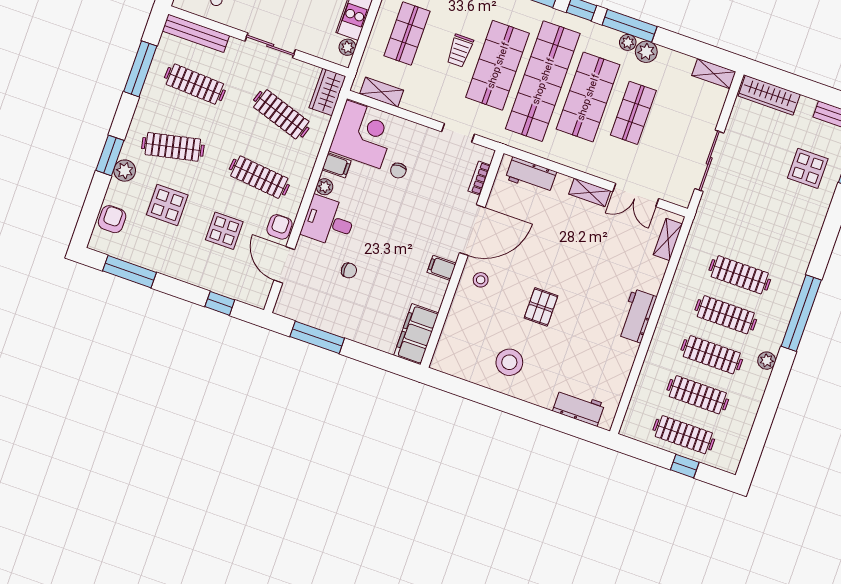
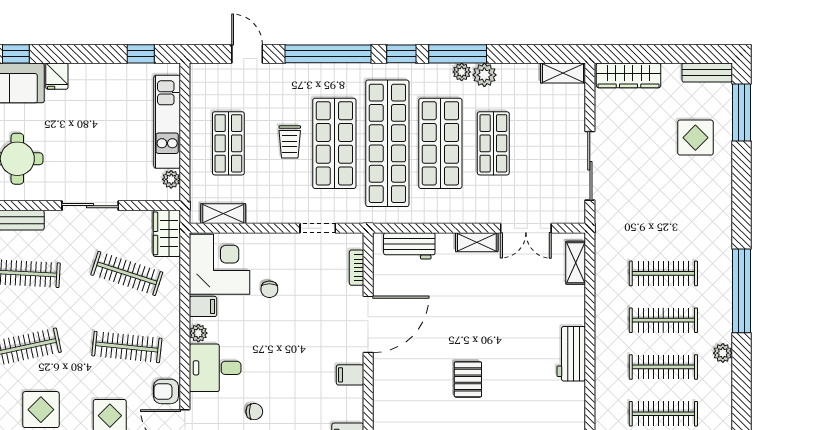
armchair: (279, 227) -> (166, 391), turned -90
stool: (481, 280) -> (395, 373), removed

